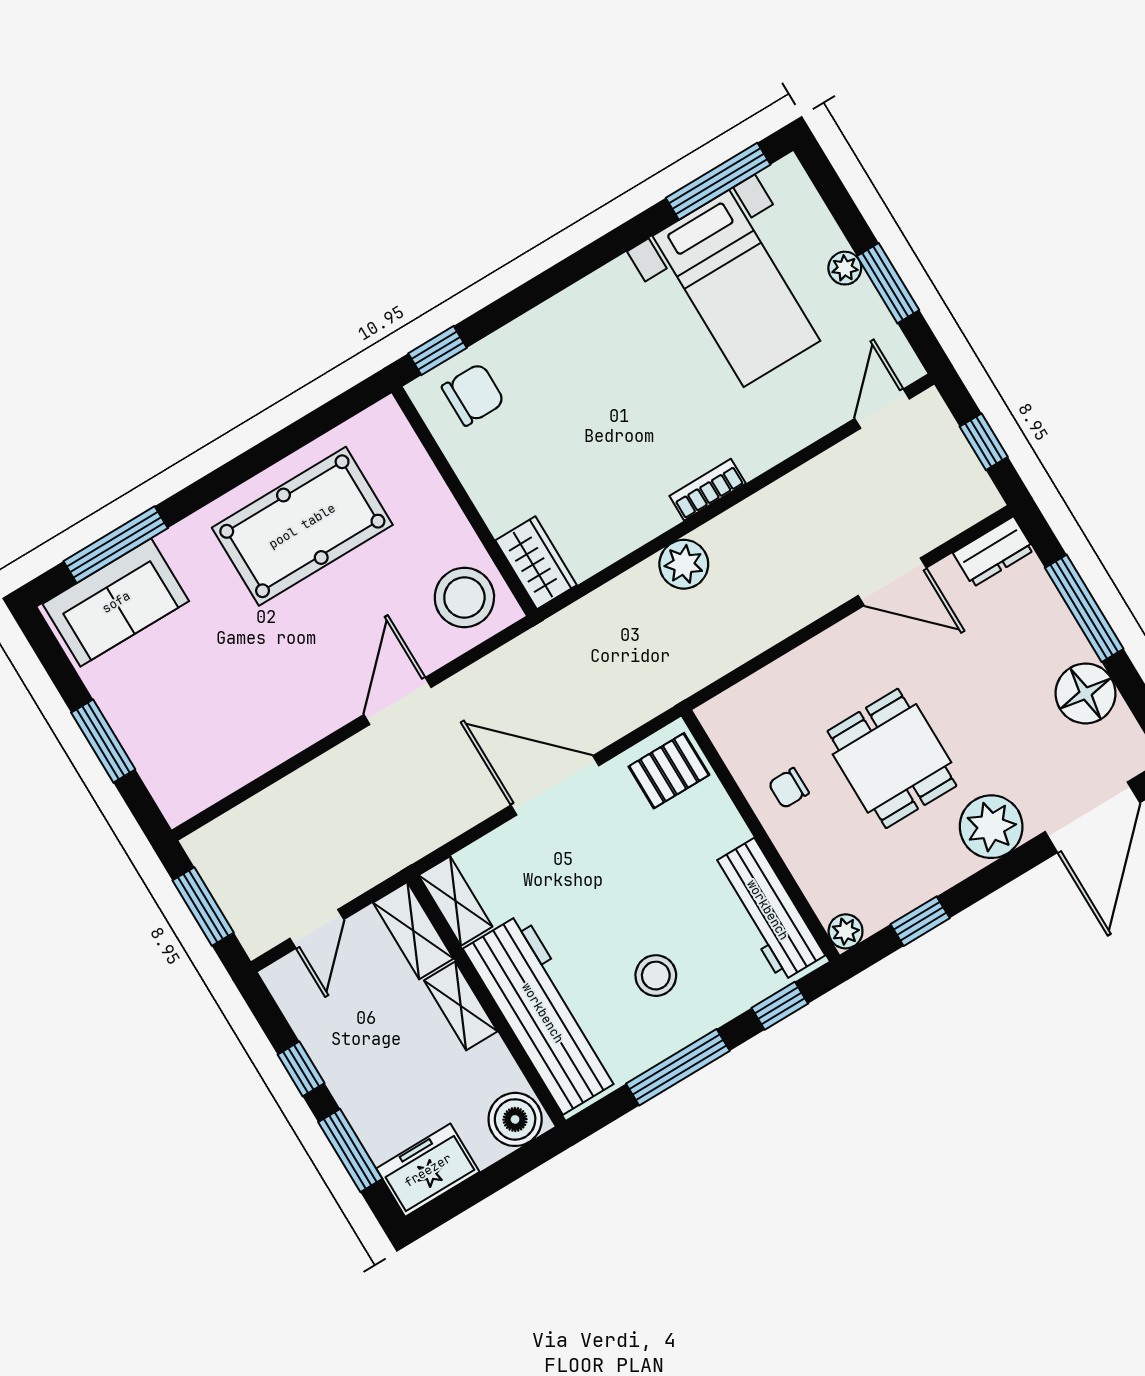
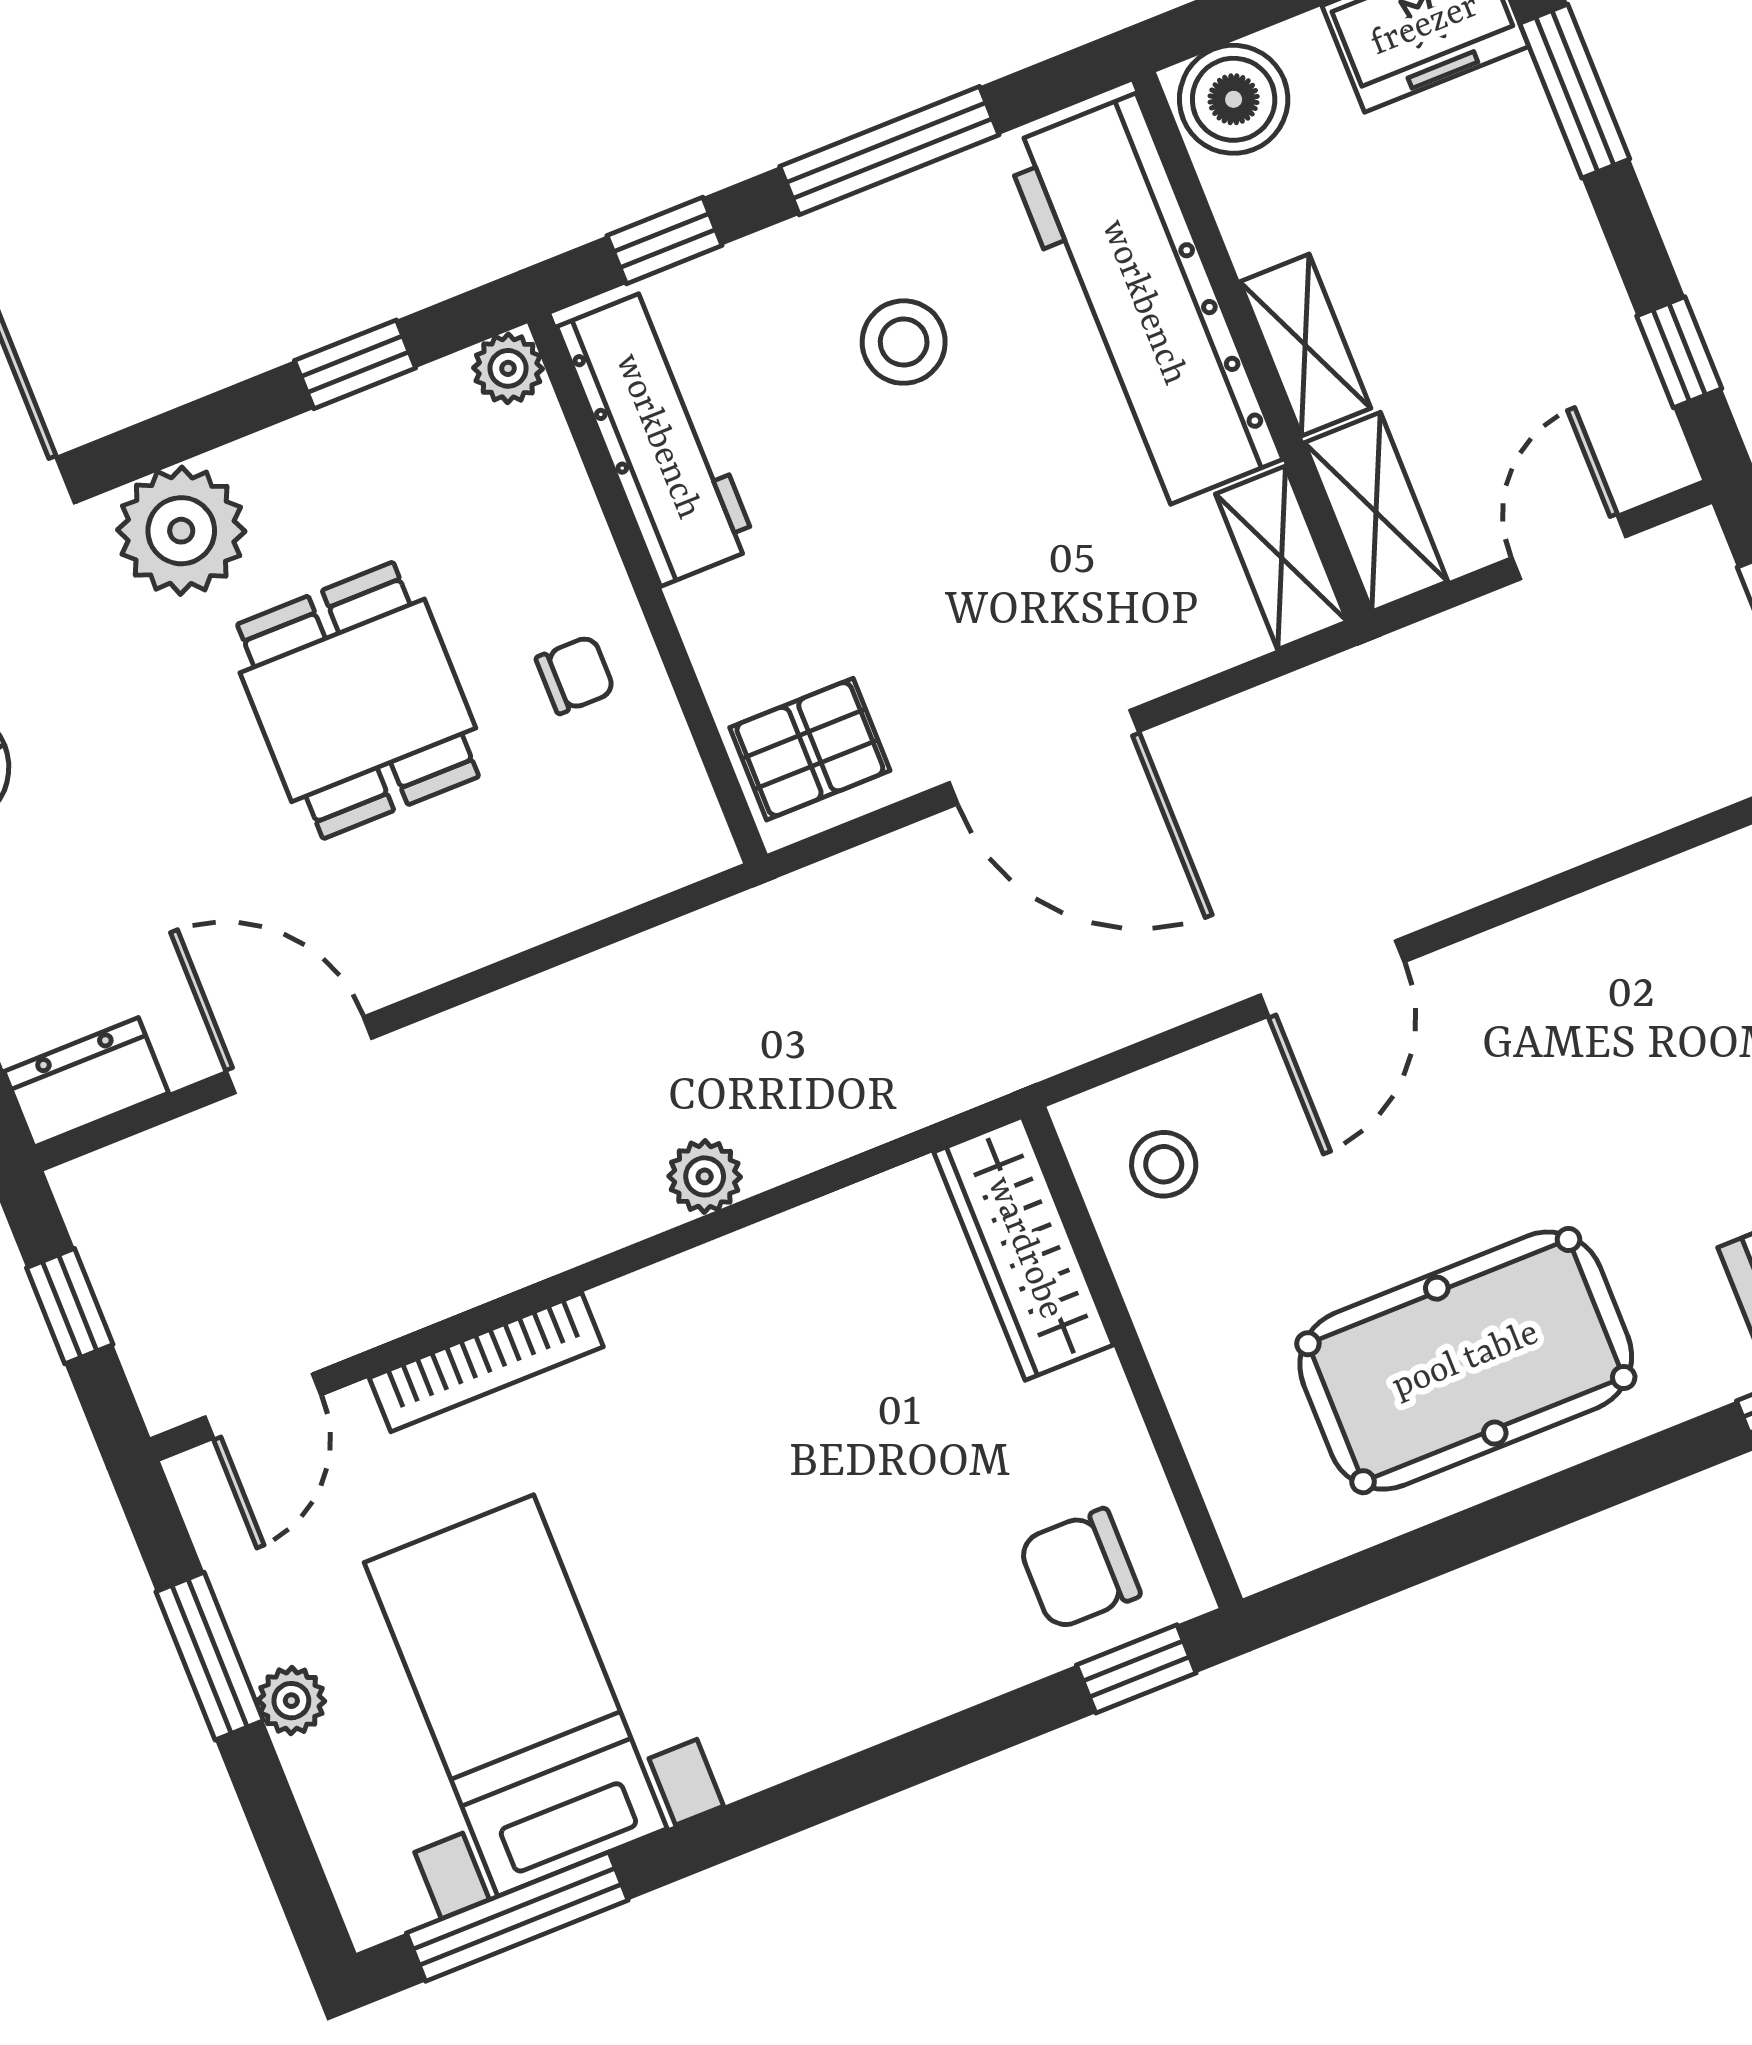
bookcase: (708, 490) -> (486, 1362), moved, width x1.56
wardrobe: (536, 563) -> (1024, 1248), width x1.50
plant: (684, 564) -> (705, 1176), width x0.73, depth x0.73
stool: (464, 597) -> (1164, 1164), width x0.53, depth x0.53
window: (301, 1069) -> (1679, 352), moved

